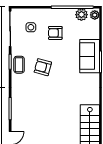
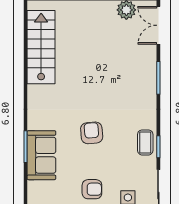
armchair: (43, 67) -> (92, 133), moved, turned -110

